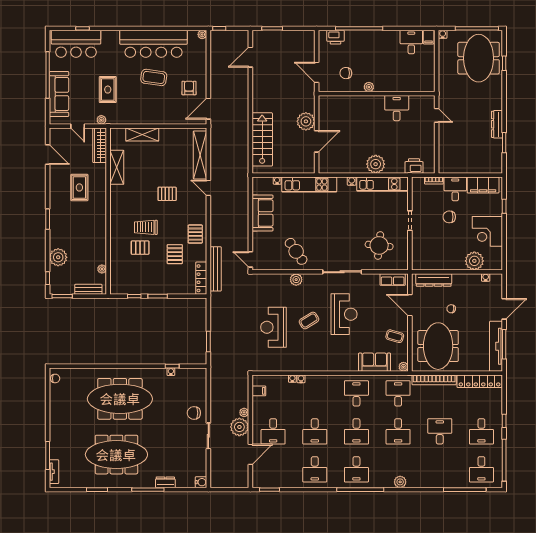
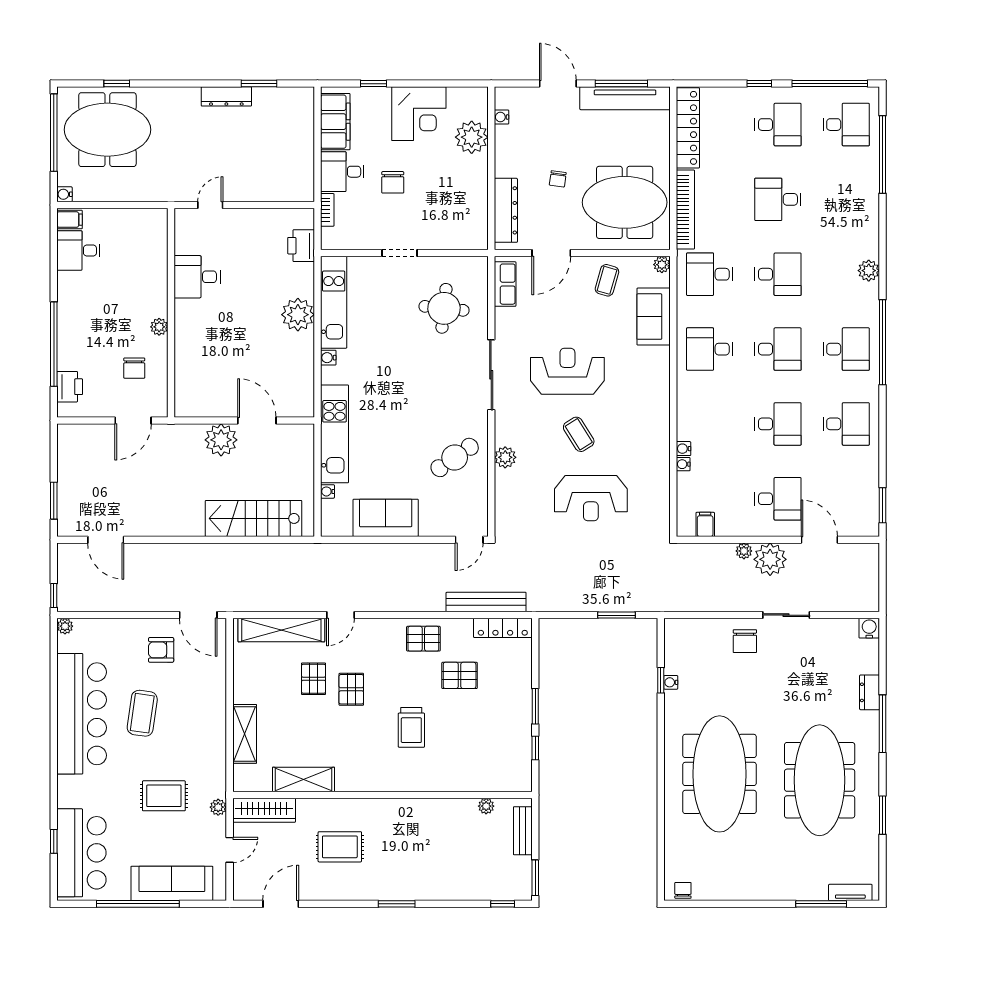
pallet: (140, 248) -> (314, 679), moved
plant: (58, 257) -> (465, 885), removed

